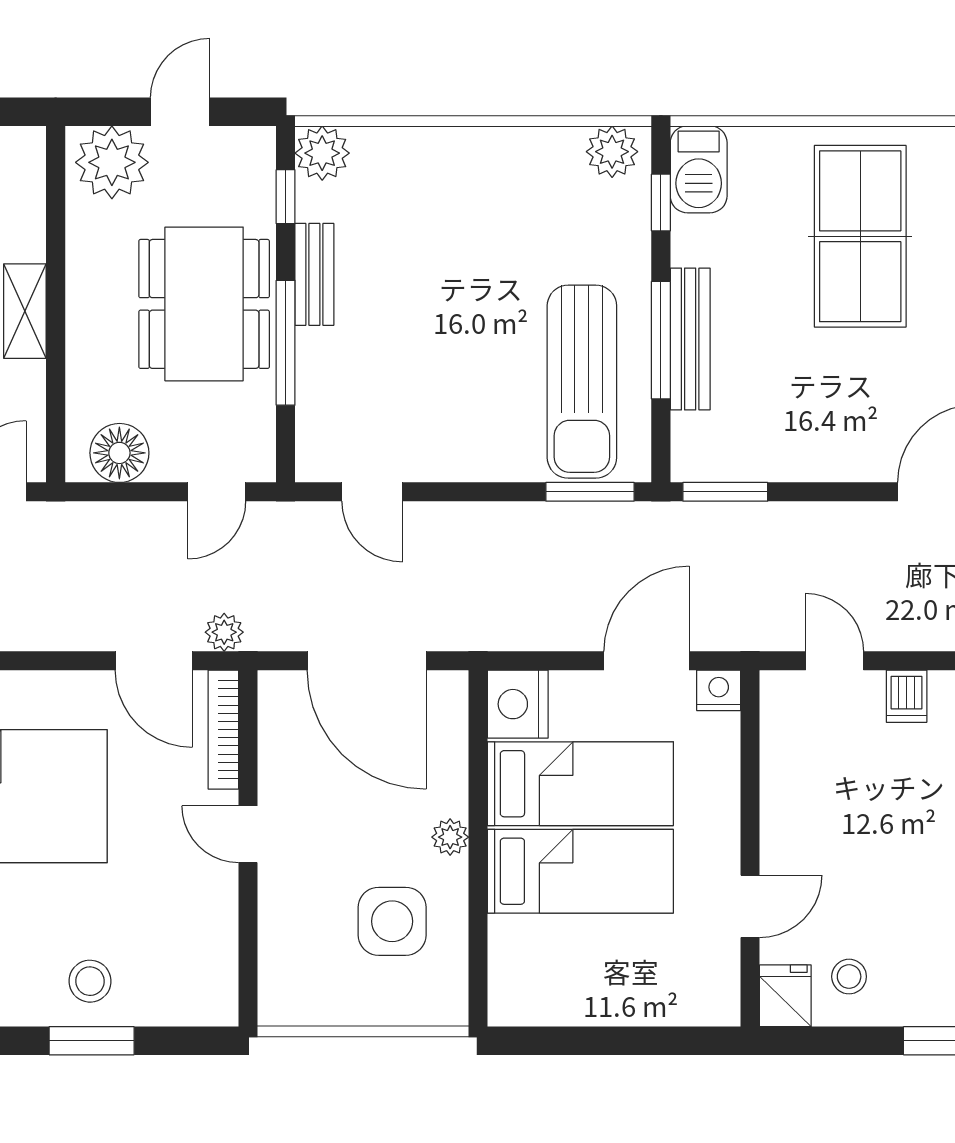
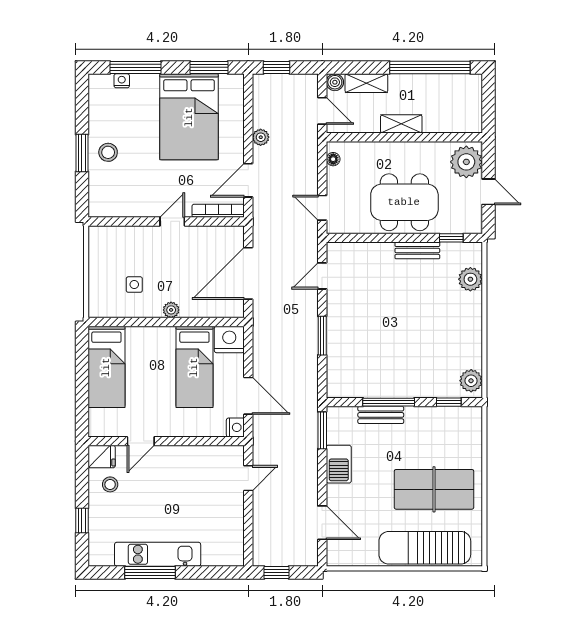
plant: (322, 153) -> (470, 279), moved
barbecue: (699, 169) -> (339, 464), moved, turned -90
bench: (690, 339) -> (381, 415), width x0.73
window: (286, 343) -> (387, 238), removed
sun lounger: (582, 382) -> (370, 368), removed
floor lamp: (119, 453) -> (333, 159), width x0.53, depth x0.53
window: (590, 492) -> (322, 336), moved
plant: (224, 632) -> (261, 137), moved
dishwasher: (907, 696) -> (233, 510), removed
bed: (580, 871) -> (106, 367), moved
door: (750, 906) -> (141, 441), hinge flipped
side table: (392, 921) -> (134, 285), width x0.54, depth x0.54

